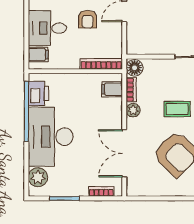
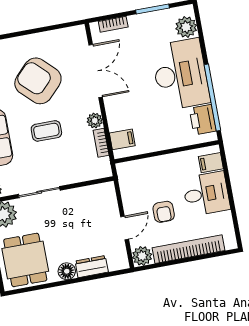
armchair: (88, 19) -> (164, 212), turned 180
bookcase: (101, 64) -> (139, 165), removed
floor lamp: (135, 68) -> (102, 168), removed

